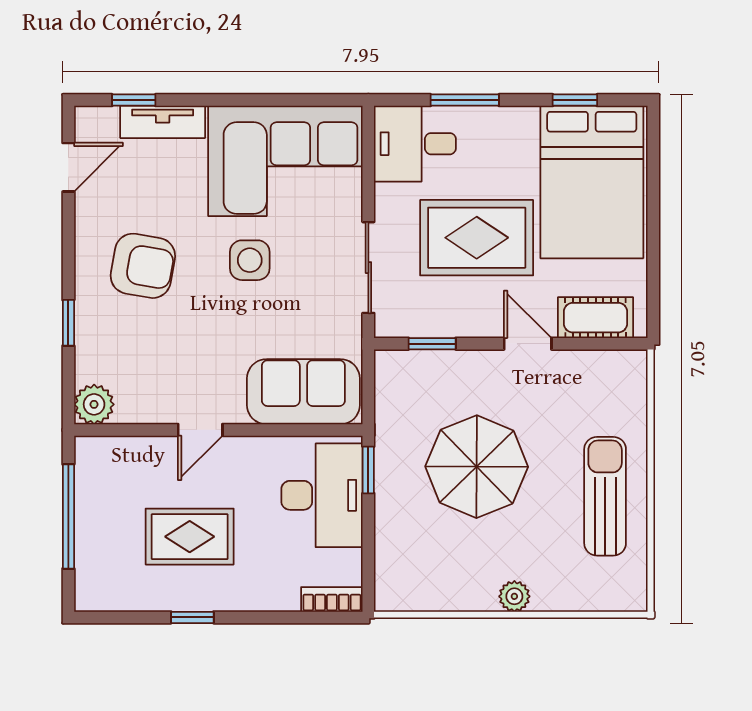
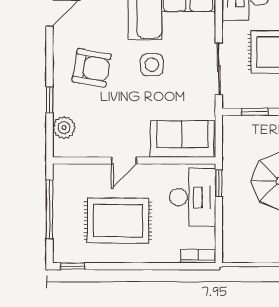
plant: (94, 404) -> (64, 128), moved
rug: (190, 537) -> (118, 221), width x1.36, depth x1.43
window: (192, 617) -> (73, 266), moved

